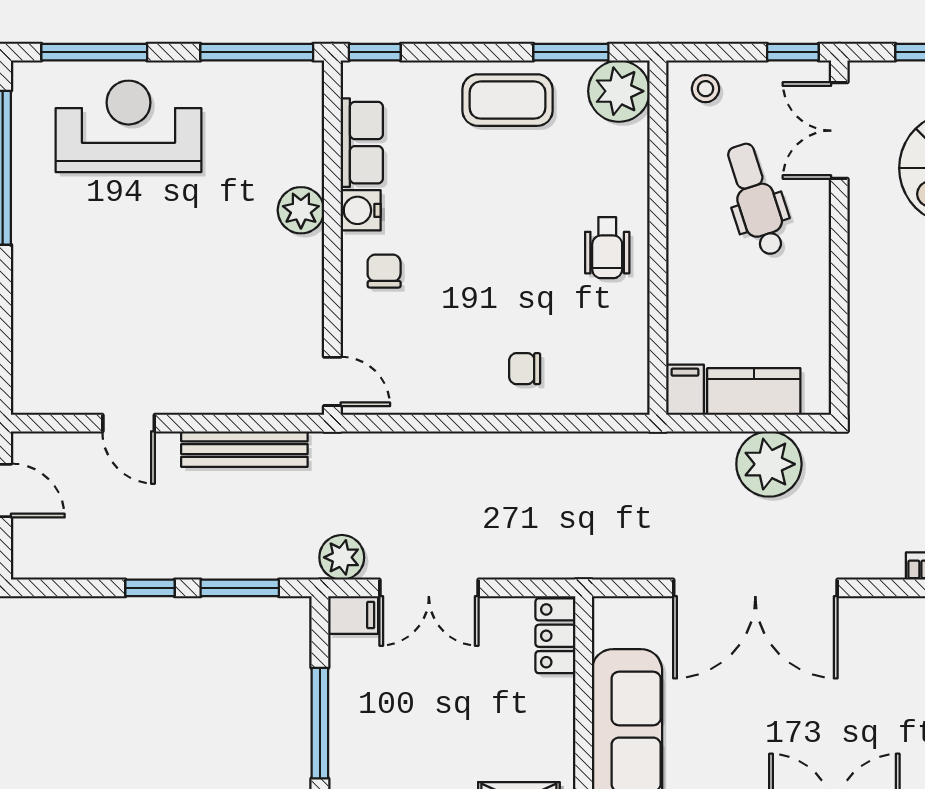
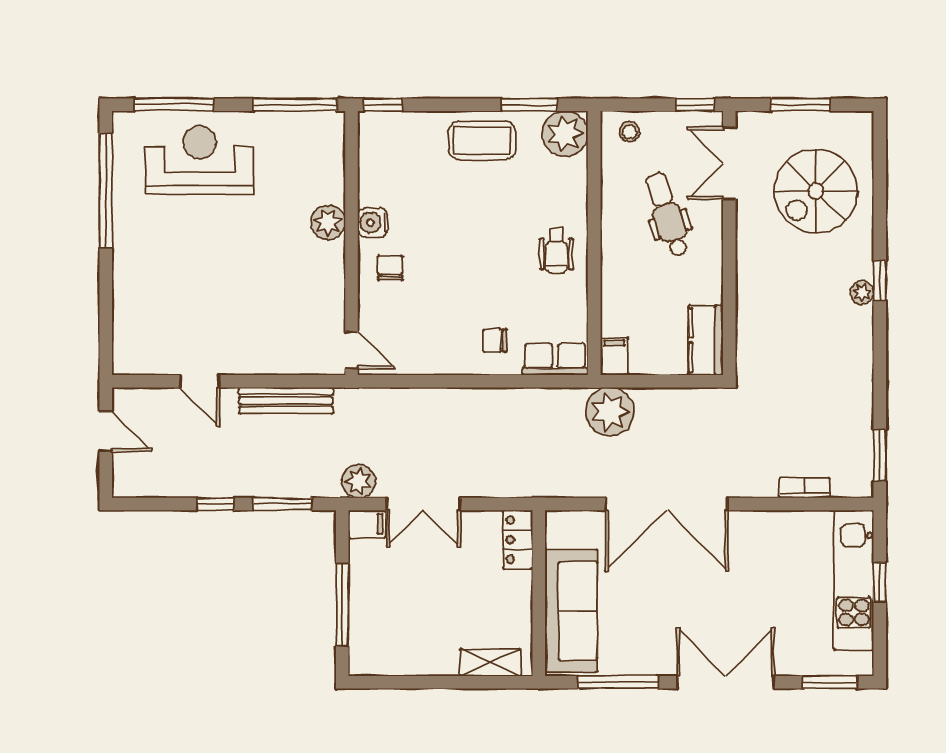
row of seats: (362, 143) -> (555, 359), moved, turned -90
kitchen counter: (754, 392) -> (706, 340), moved, turned -90
plant: (769, 464) -> (610, 412), moved

